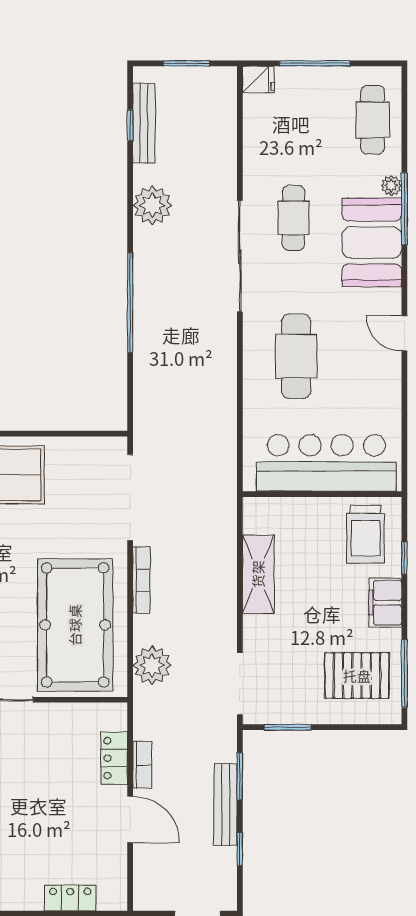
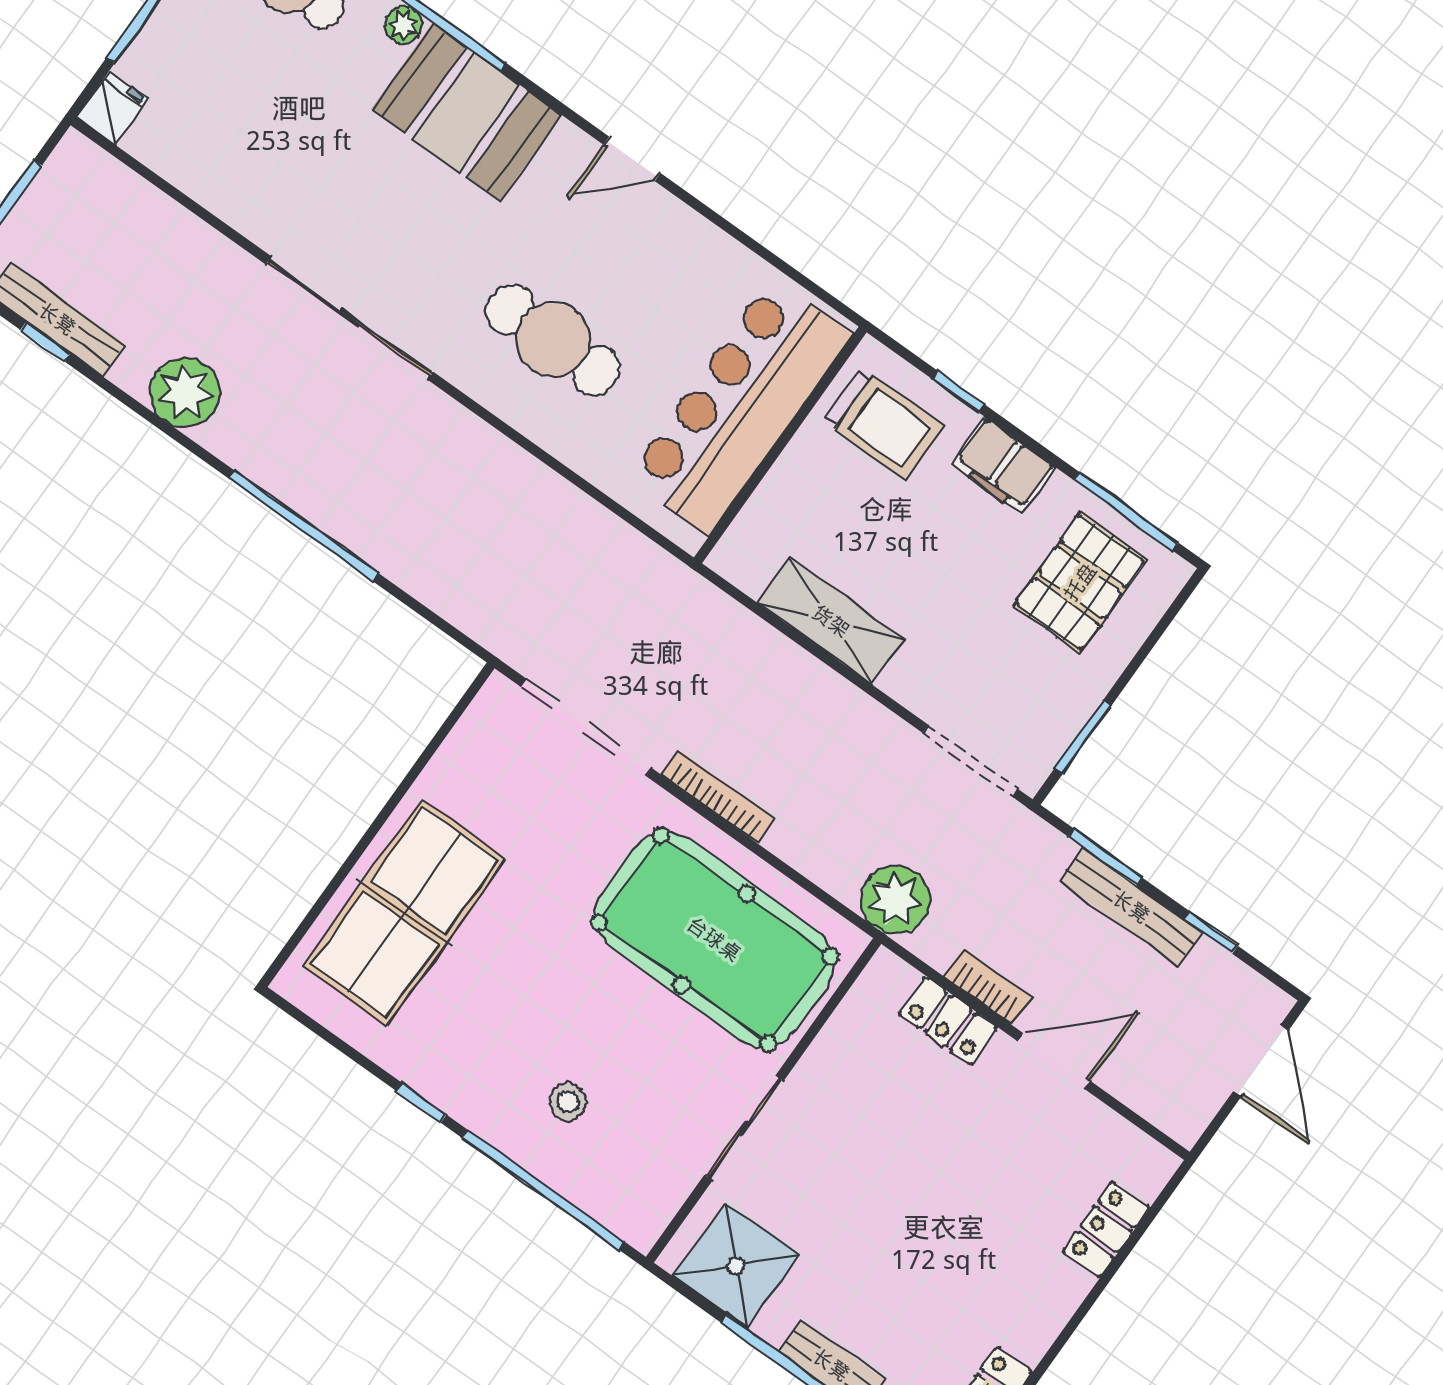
cafe table: (293, 218) -> (349, 201), removed
plant: (152, 665) -> (895, 900), moved

